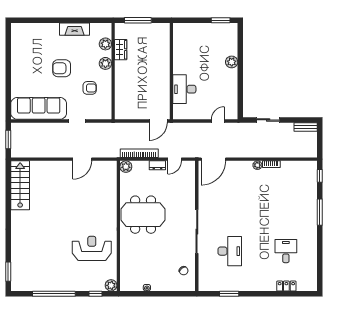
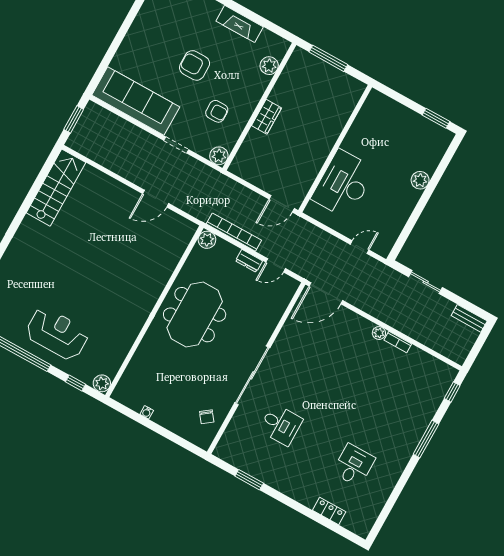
wardrobe: (121, 50) -> (266, 117), moved
plant: (105, 63) -> (219, 156), moved
desk: (184, 89) -> (343, 184), width x1.36, depth x1.30
meeting table: (143, 215) -> (195, 315), turned 90
reception desk: (92, 248) -> (57, 333), moved
desk: (230, 251) -> (281, 425), width x0.73

